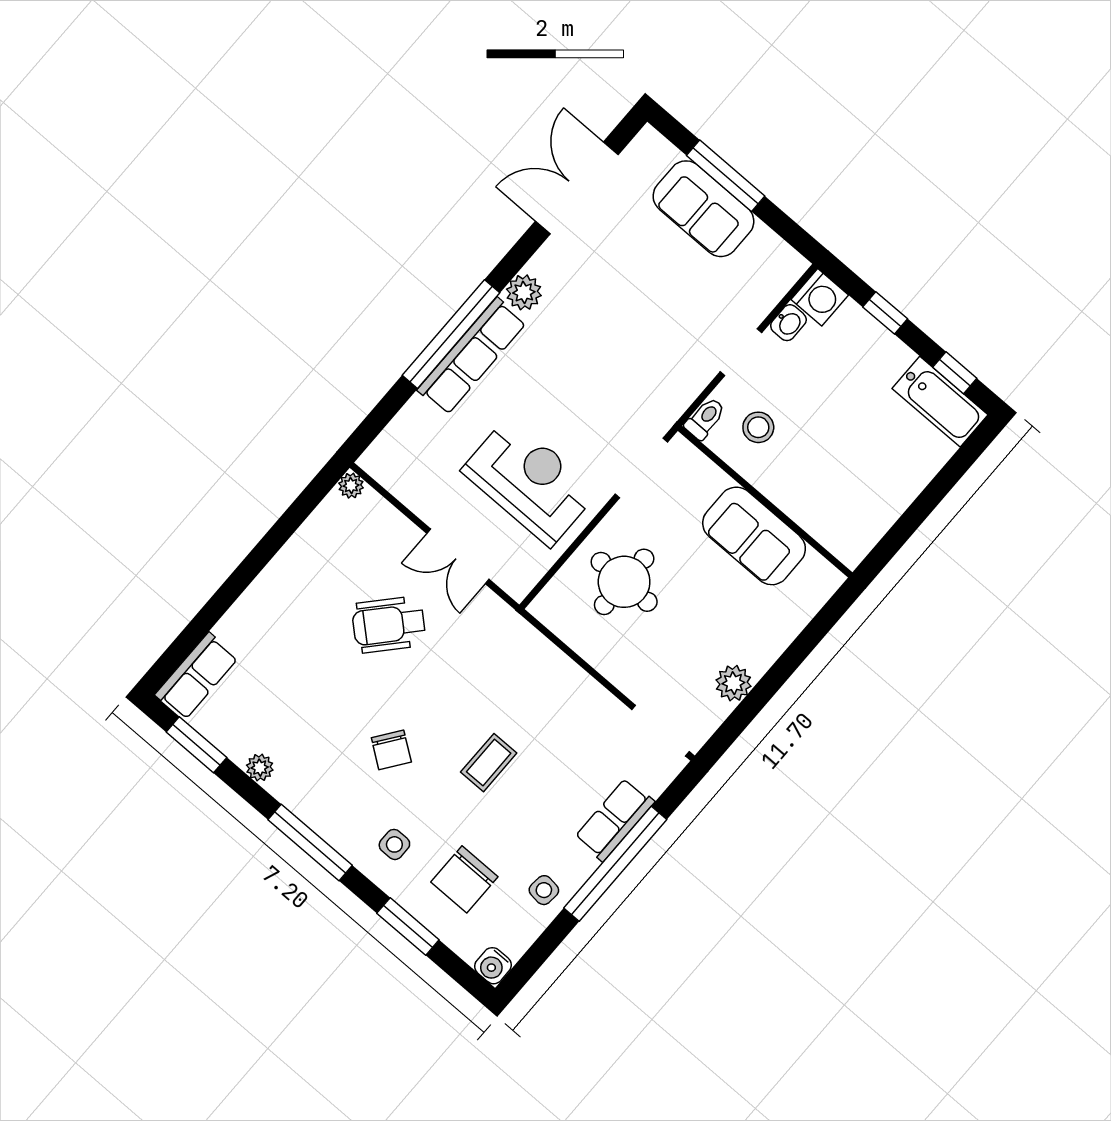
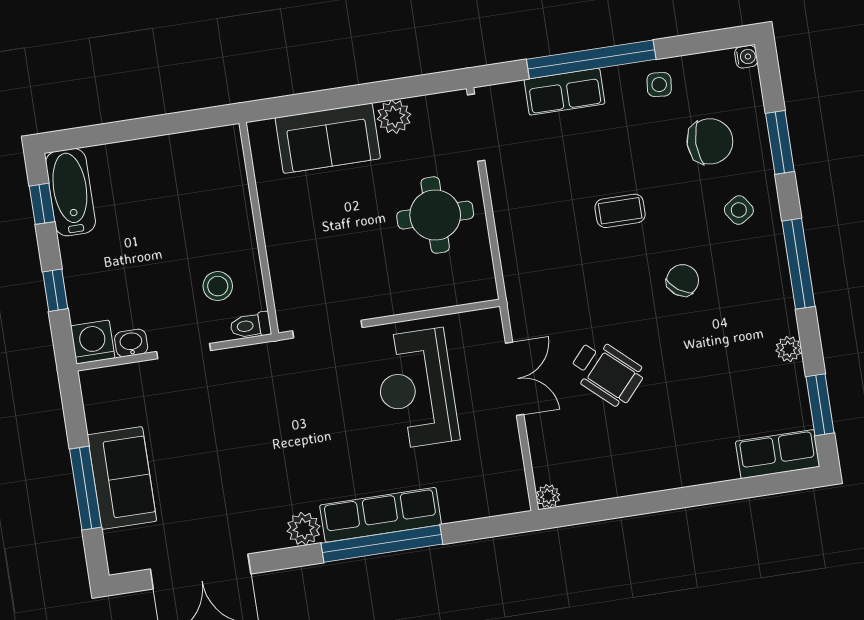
sofa: (754, 536) -> (328, 138), moved, turned 90
round table: (624, 582) -> (435, 215), moved
side table: (394, 844) -> (739, 210), turned -34
water cooler: (493, 966) -> (746, 57), width x0.72, depth x0.72

